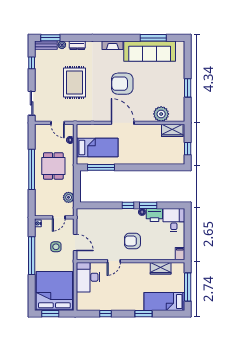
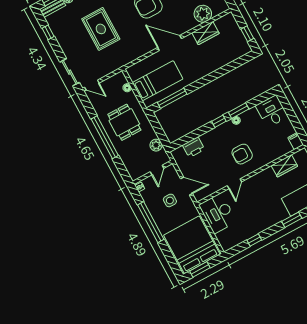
door: (58, 123) -> (92, 85), moved
wardrobe: (172, 130) -> (205, 33), moved
printer: (154, 215) -> (194, 147), moved

